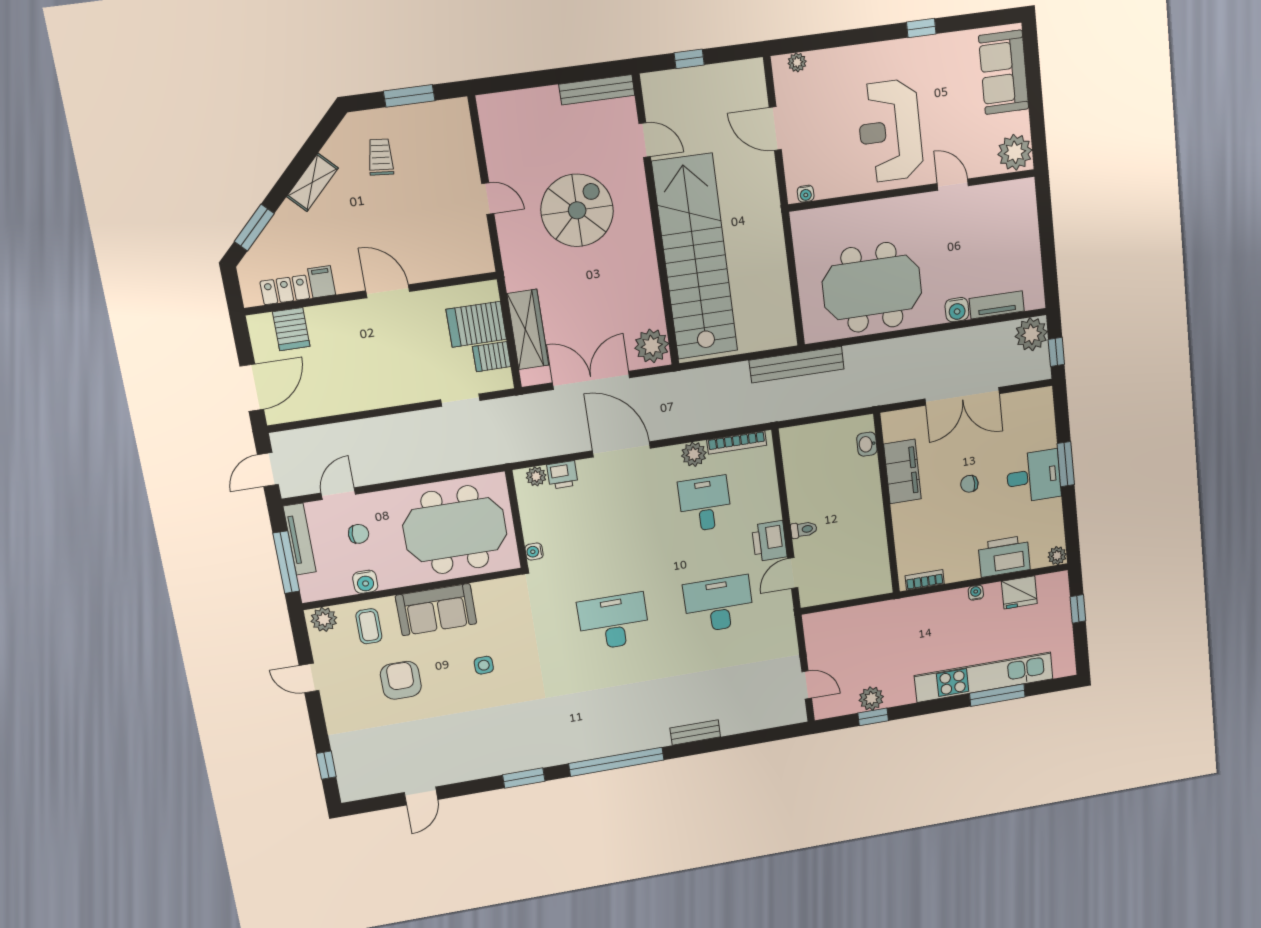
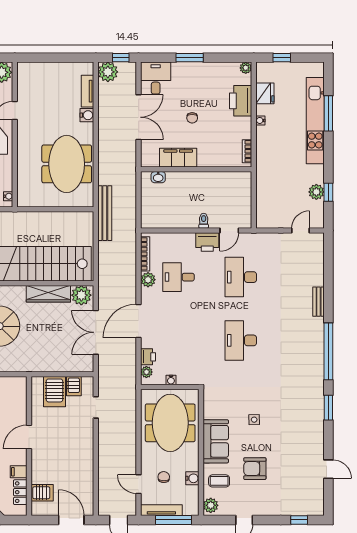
wardrobe: (528, 329) -> (48, 294), moved, turned 180
desk: (1034, 476) -> (156, 78), moved
water cooler: (534, 552) -> (171, 380), moved
door: (793, 573) -> (229, 231), hinge flipped

